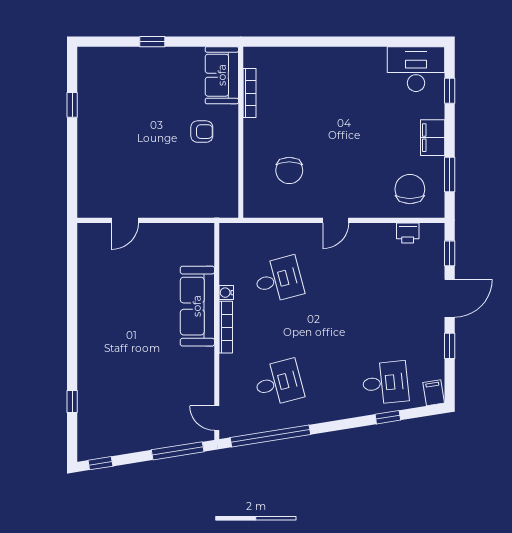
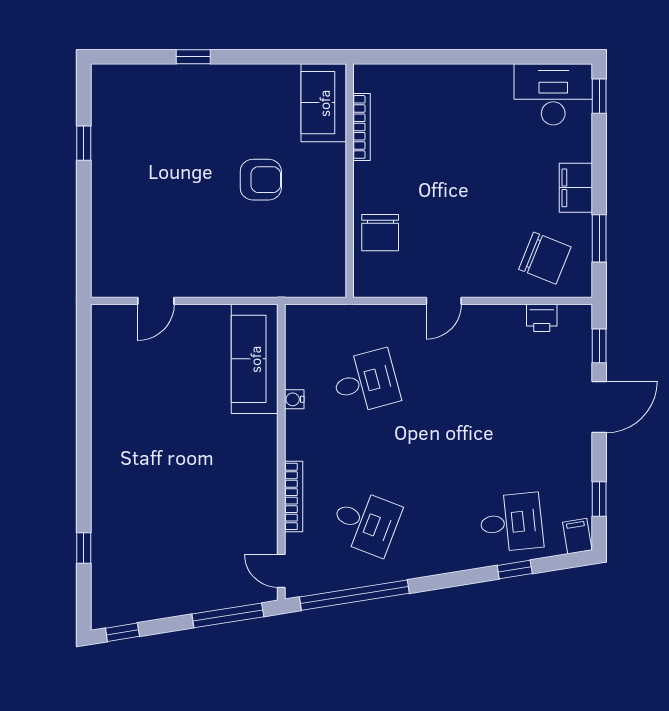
sofa: (222, 75) -> (324, 103), moved
window: (450, 91) -> (599, 96), moved
bookcase: (250, 93) -> (361, 127), moved
armchair: (202, 132) -> (261, 180), width x1.38, depth x1.38
wall: (241, 132) -> (350, 181), moved
chair: (410, 189) -> (545, 258), turned 112
sofa: (197, 306) -> (255, 359), moved
bookcase: (226, 327) -> (294, 496), moved
window: (450, 346) -> (599, 499), moved
desk: (279, 383) -> (366, 522), turned 36

